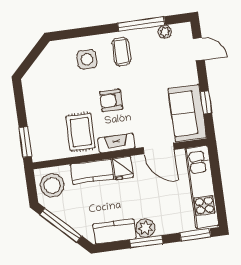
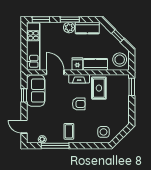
side table: (87, 59) -> (104, 132), moved
window: (61, 225) -> (118, 36), width x0.46

